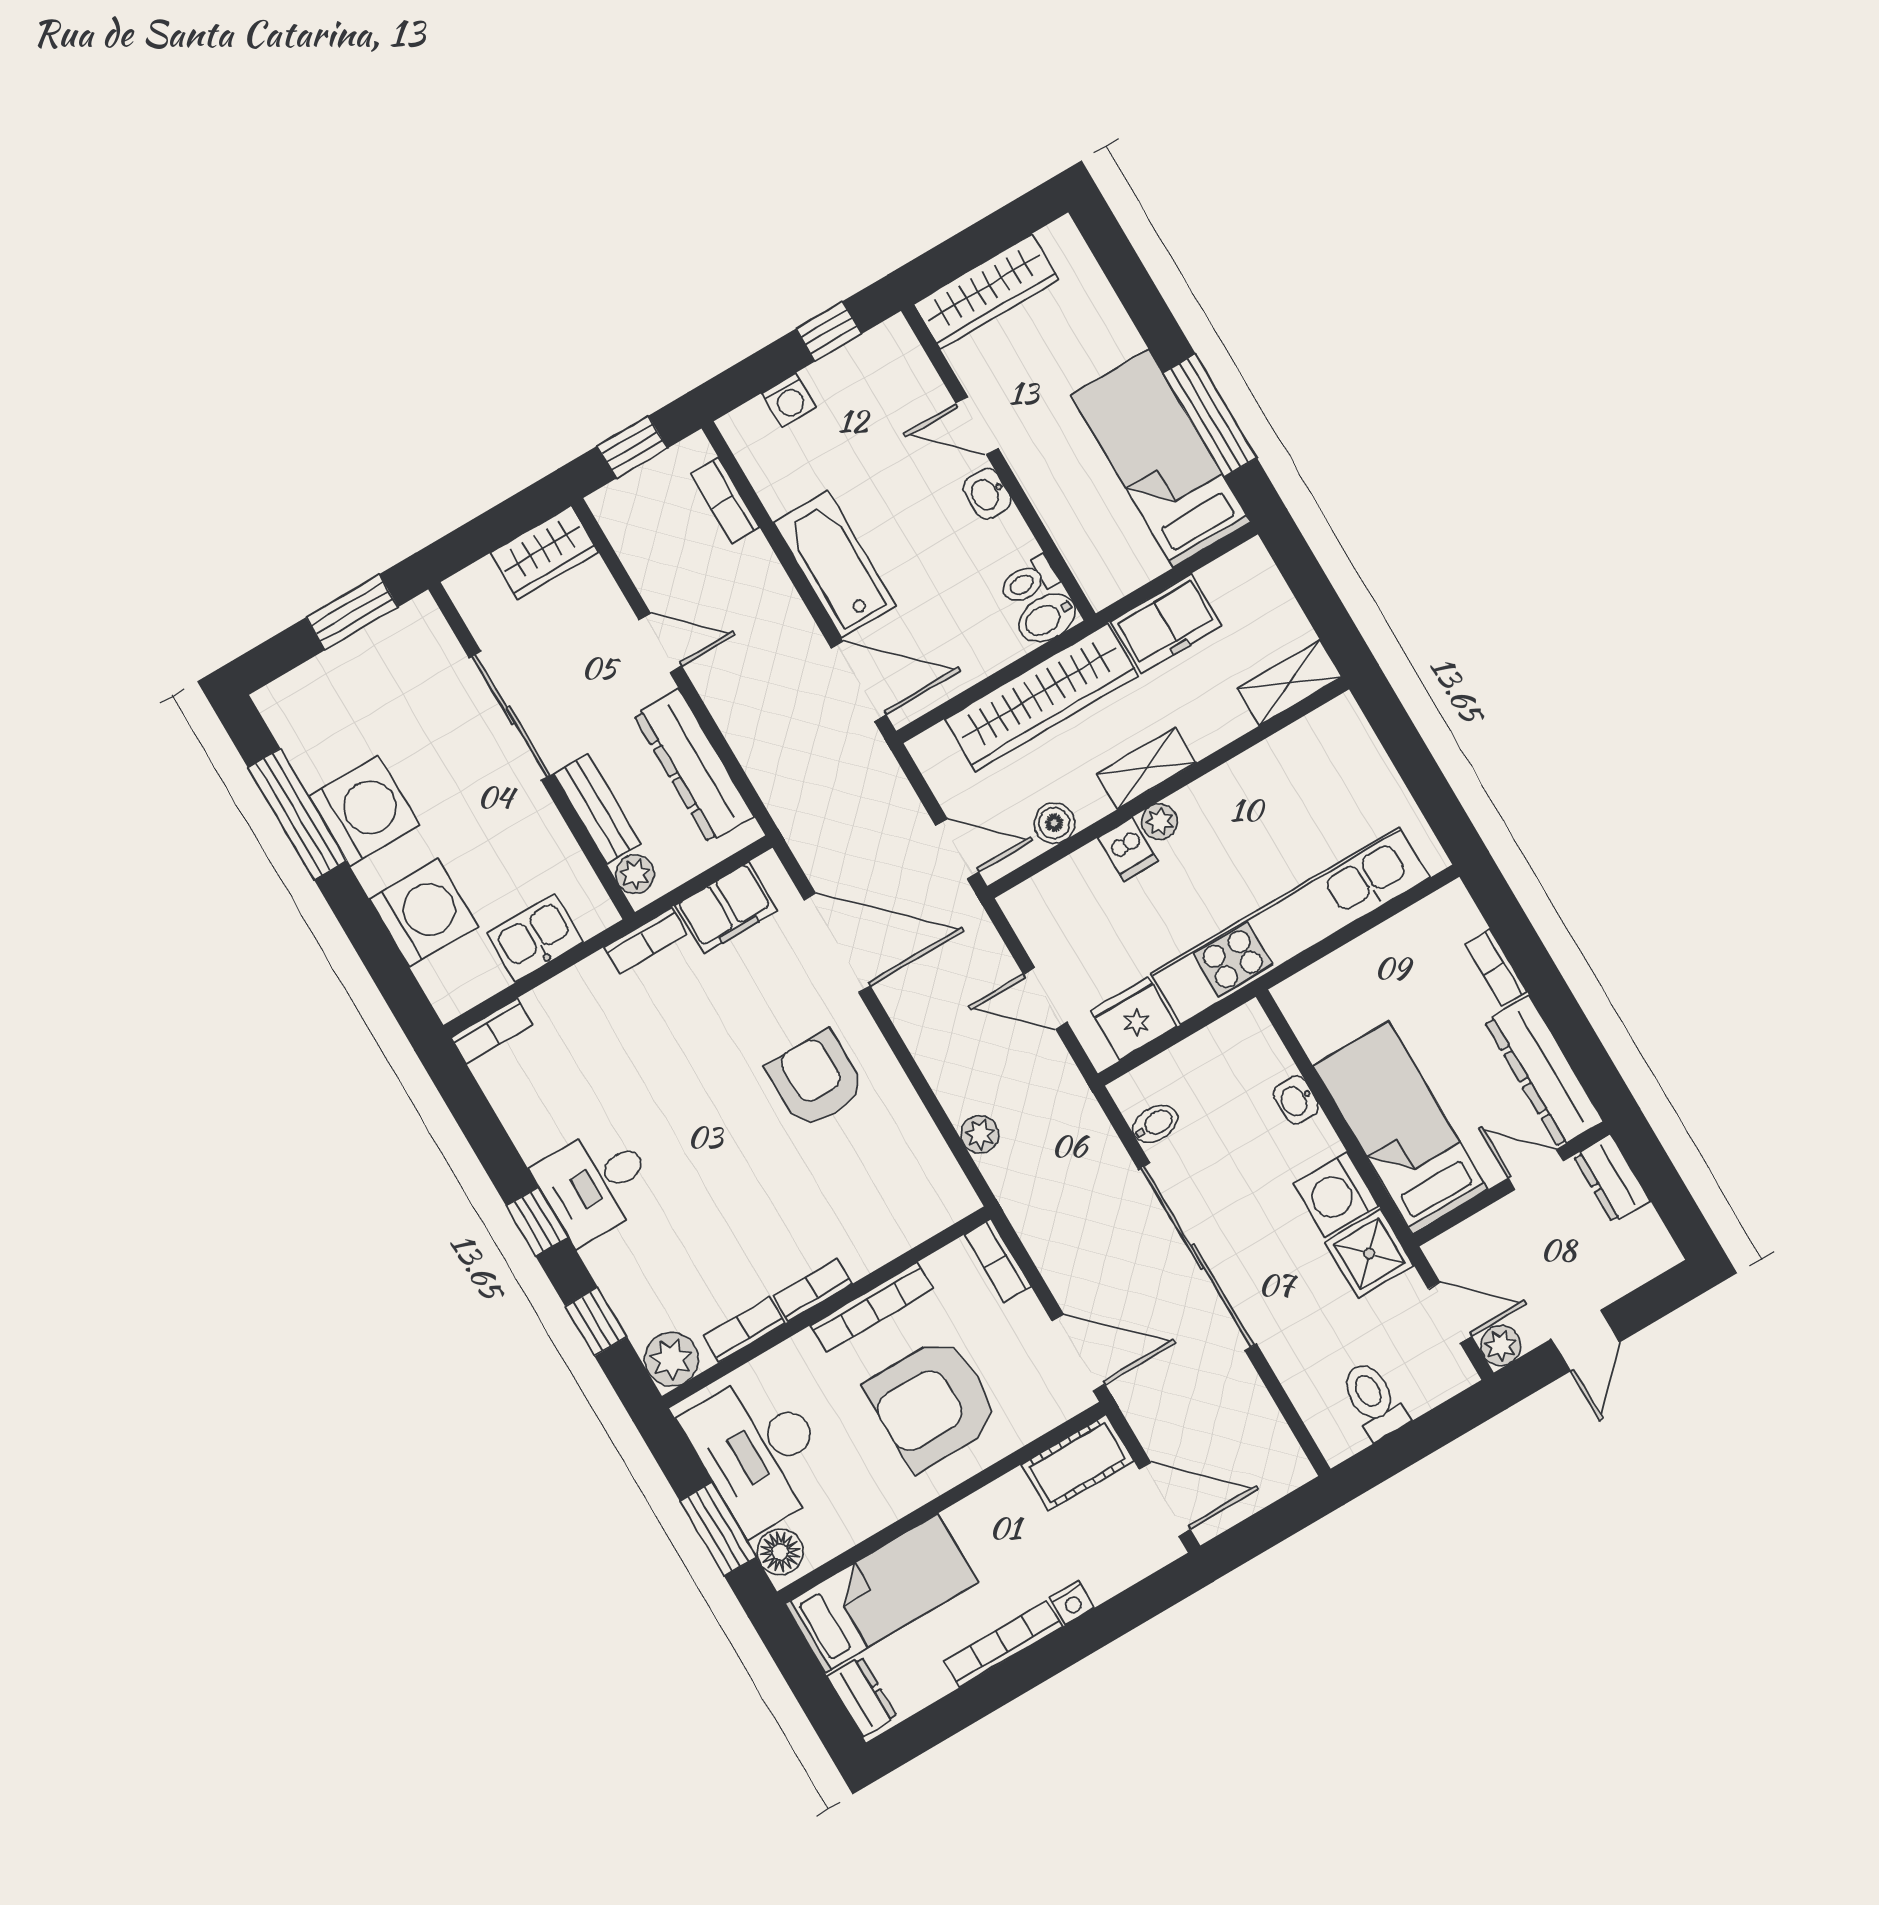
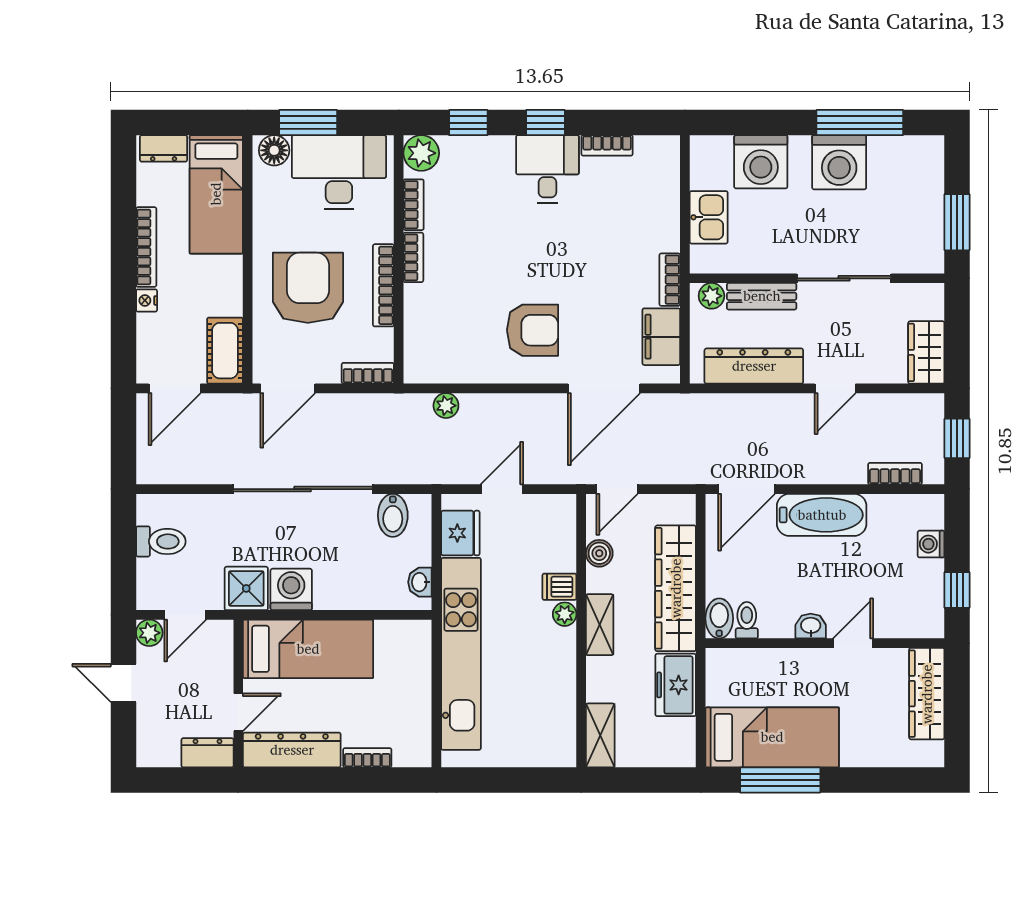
bookcase: (492, 1031) -> (607, 145), moved, turned -90
washbasin: (1296, 1100) -> (420, 582), moved, turned -90
bidet: (1155, 1124) -> (393, 515), width x1.38, depth x1.36

